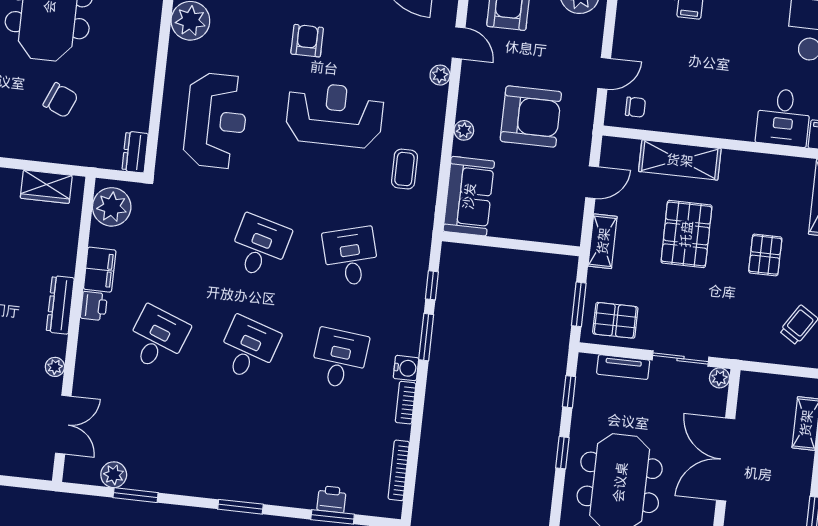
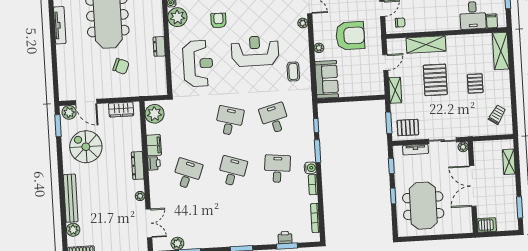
armchair: (307, 41) -> (219, 21), moved
dresser: (135, 152) -> (159, 46), moved

